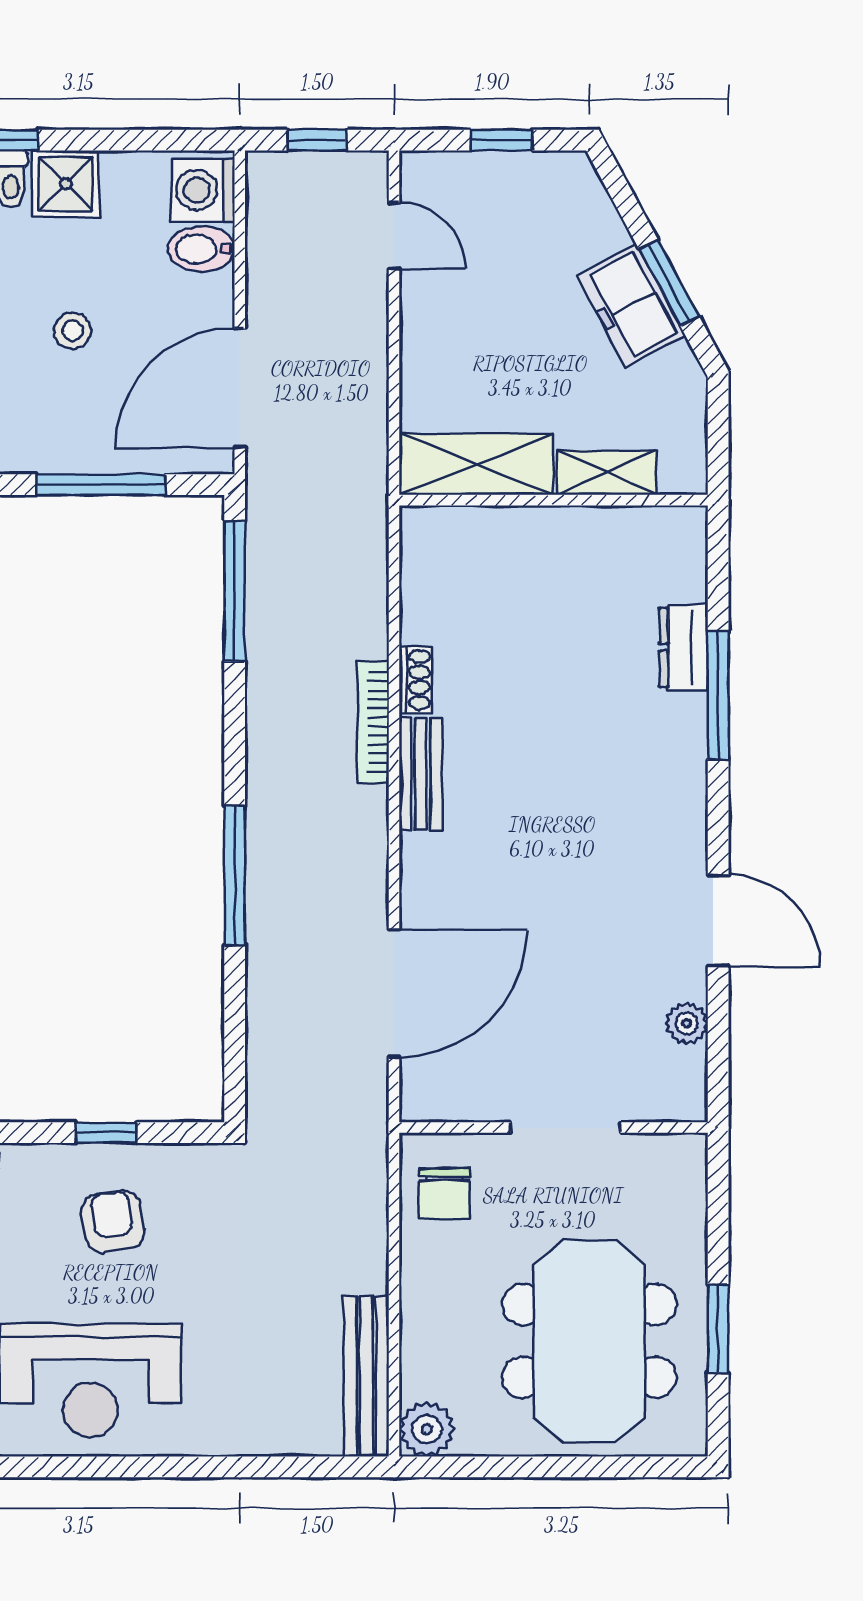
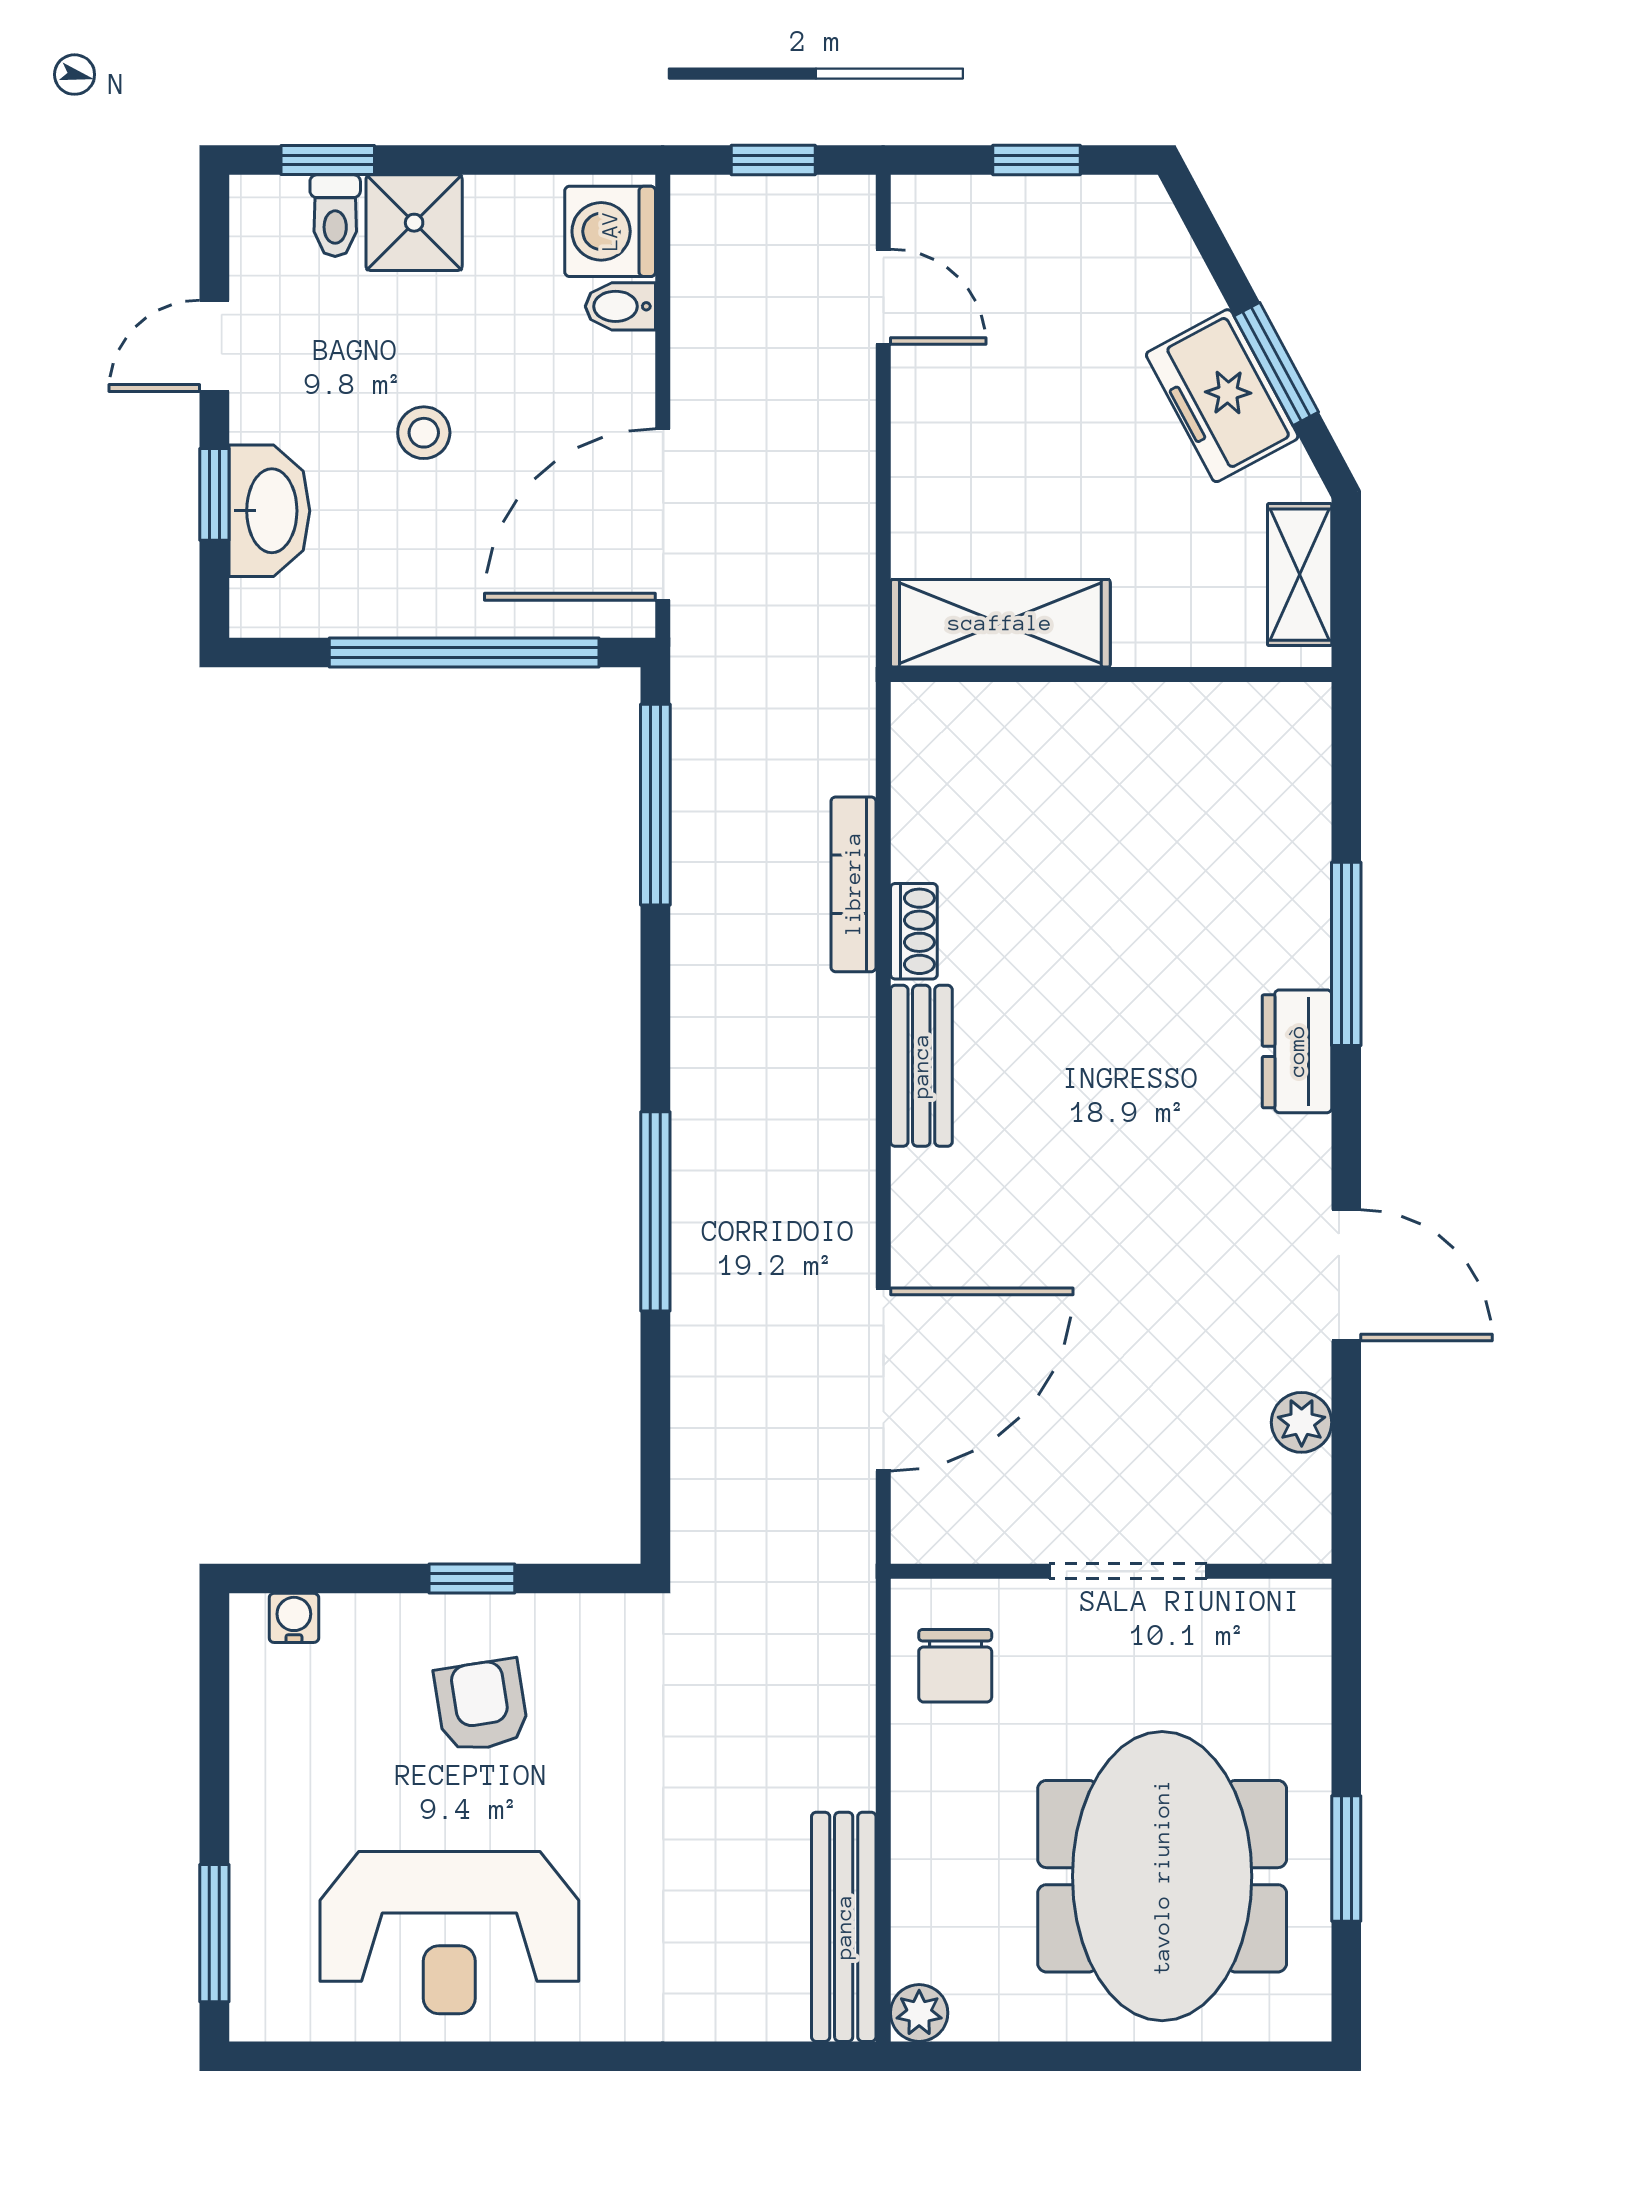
bidet: (201, 249) -> (620, 306), width x0.72, depth x0.74
shelving: (607, 473) -> (1300, 575), moved, turned 90
window: (101, 485) -> (464, 652), width x1.46
dresser: (684, 647) -> (1297, 1051), moved
bookcase: (373, 722) -> (853, 884), moved
plant: (427, 1429) -> (919, 2013), width x0.73, depth x0.73

